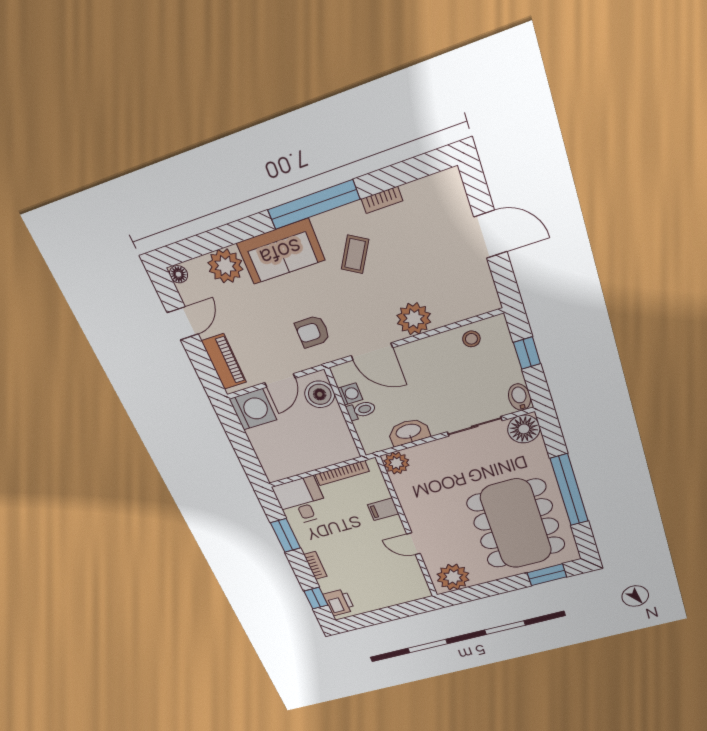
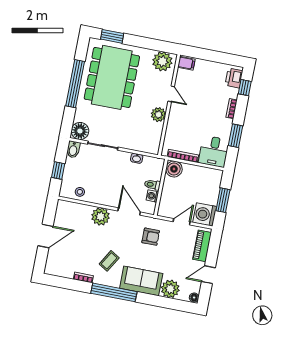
door: (490, 234) -> (45, 236), swing flipped
boiler: (320, 394) -> (174, 169), moved
washbasin: (409, 432) -> (137, 158), width x0.52, depth x0.69
window: (241, 443) -> (223, 200), added
plant: (396, 463) -> (158, 115), moved
filing cabinet: (383, 509) -> (186, 63), moved

